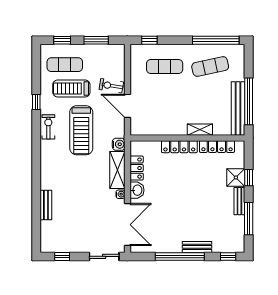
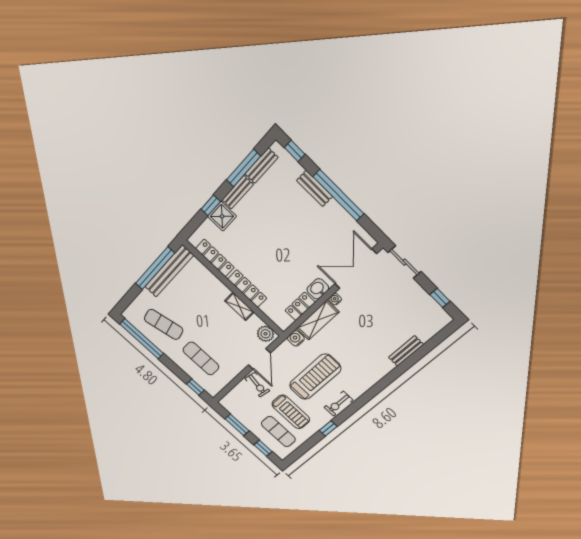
plant: (140, 128) -> (266, 334), added
shelving: (200, 130) -> (239, 306), moved
bench: (239, 230) -> (261, 166), added

